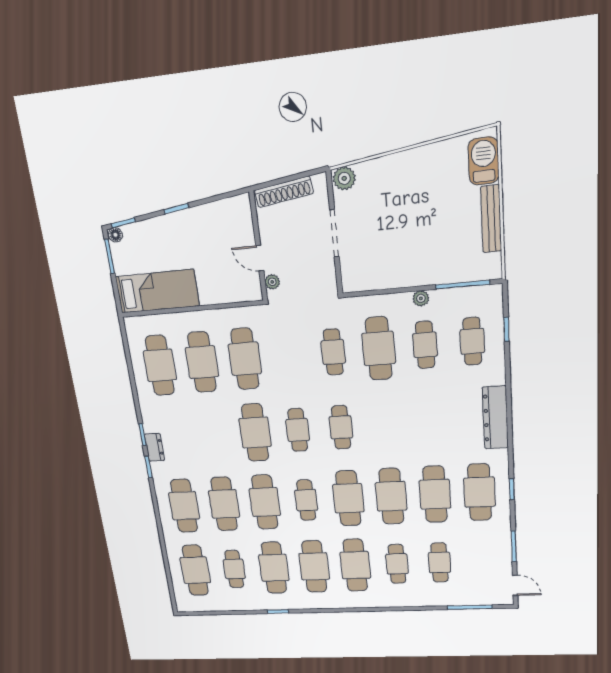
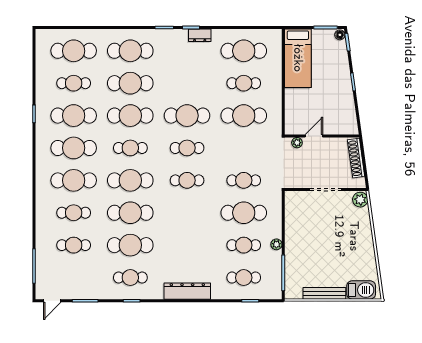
cafe table: (202, 362) -> (244, 83), width x0.73, depth x0.74
dresser: (154, 447) -> (200, 35), moved
cafe table: (479, 492) -> (130, 278), width x0.73, depth x0.74

